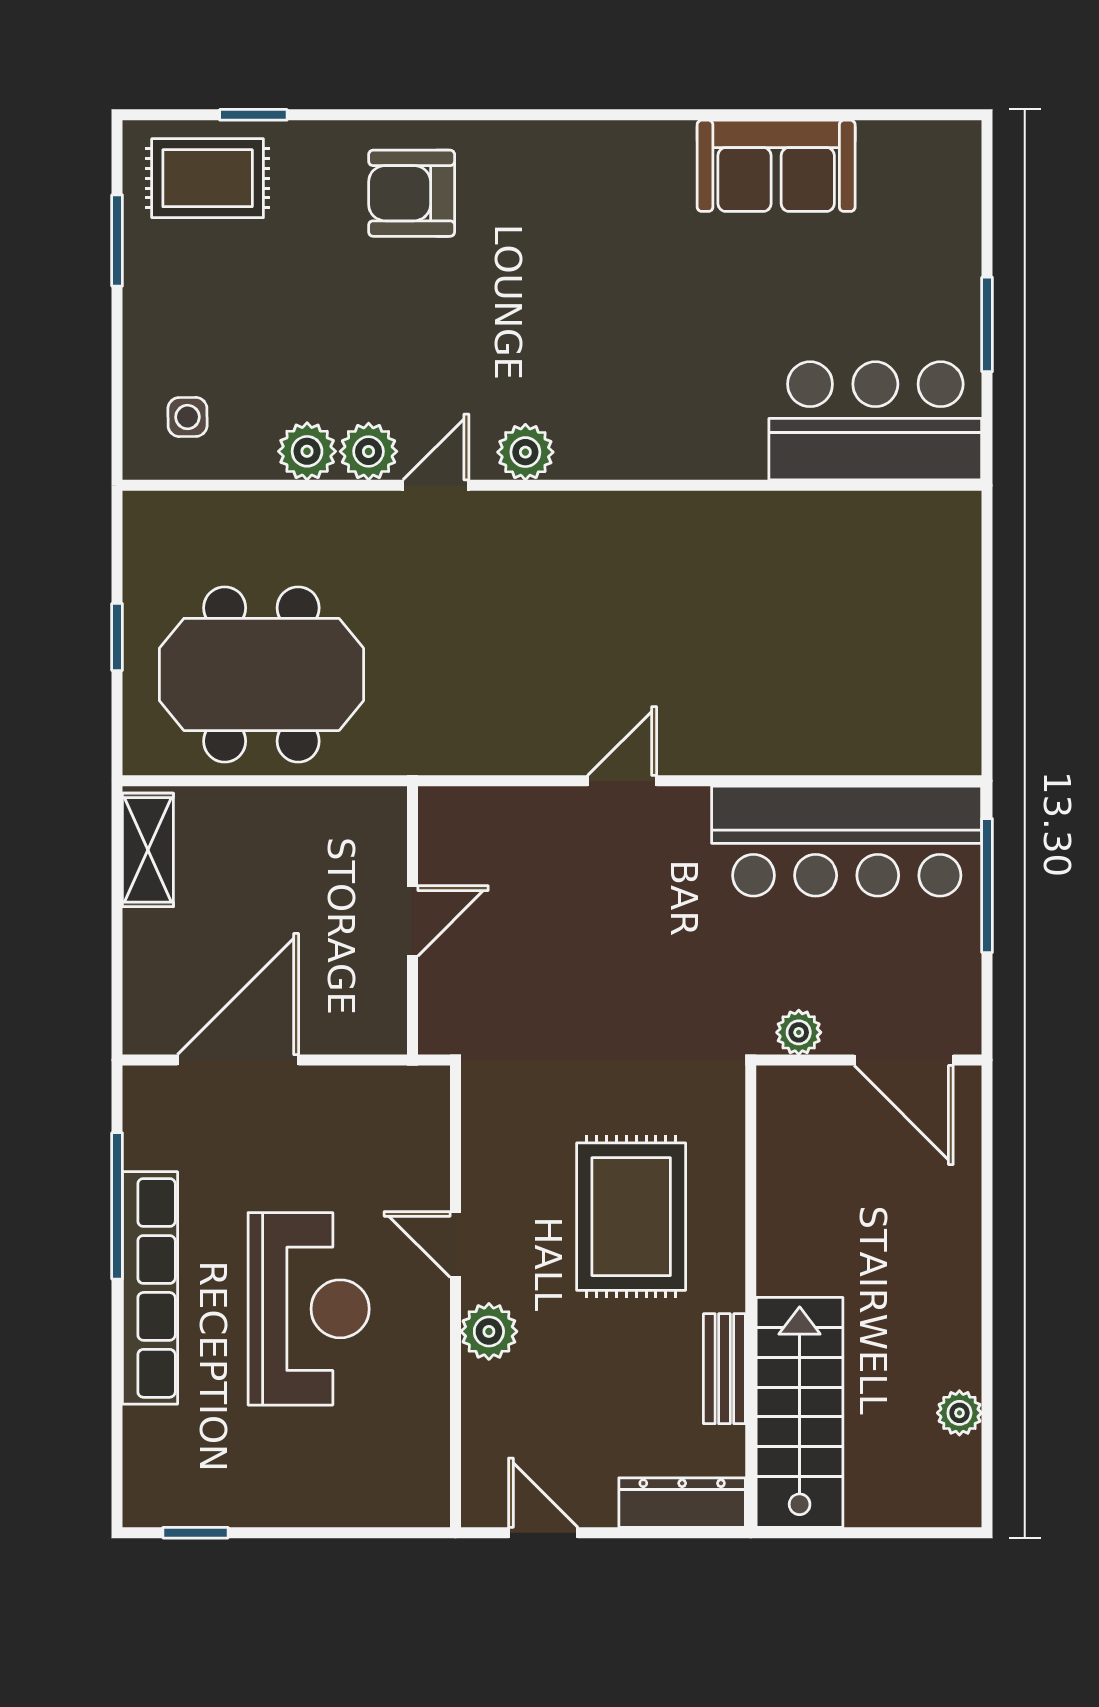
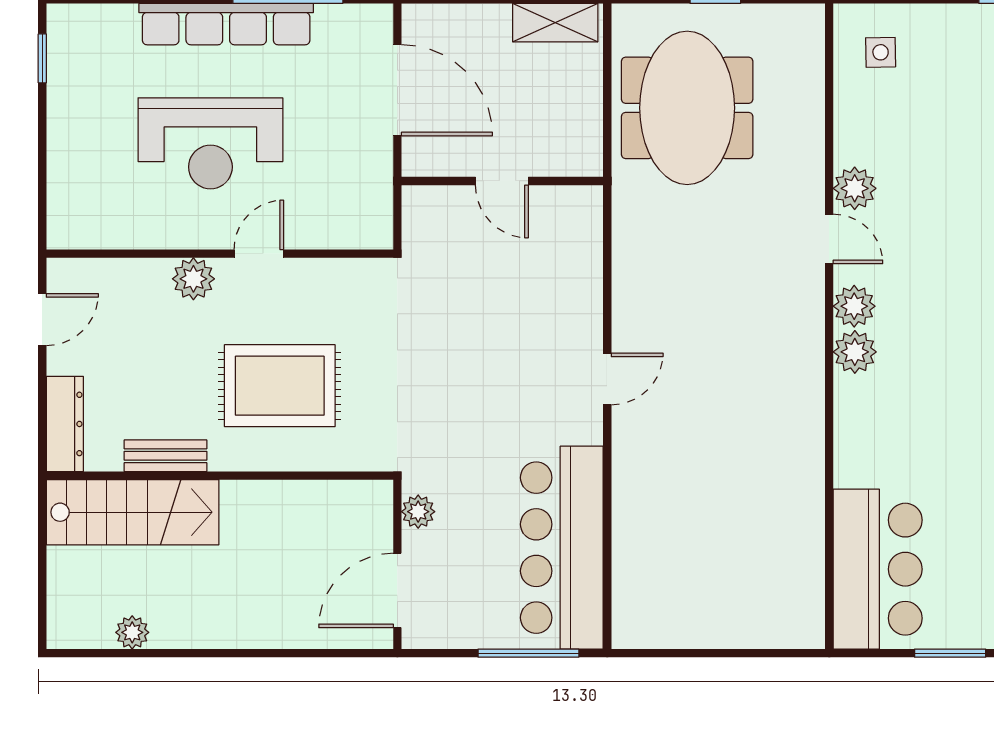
plant: (307, 451) -> (855, 352), moved
door: (622, 781) -> (607, 379), hinge flipped
wall: (412, 920) -> (502, 181), moved
door: (412, 921) -> (502, 181), moved

